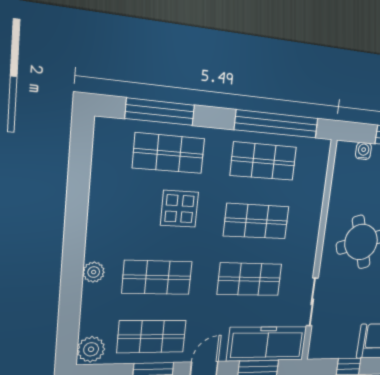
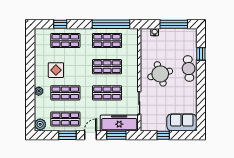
window: (160, 112) -> (60, 24), width x0.46
display table: (179, 209) -> (56, 70), moved

